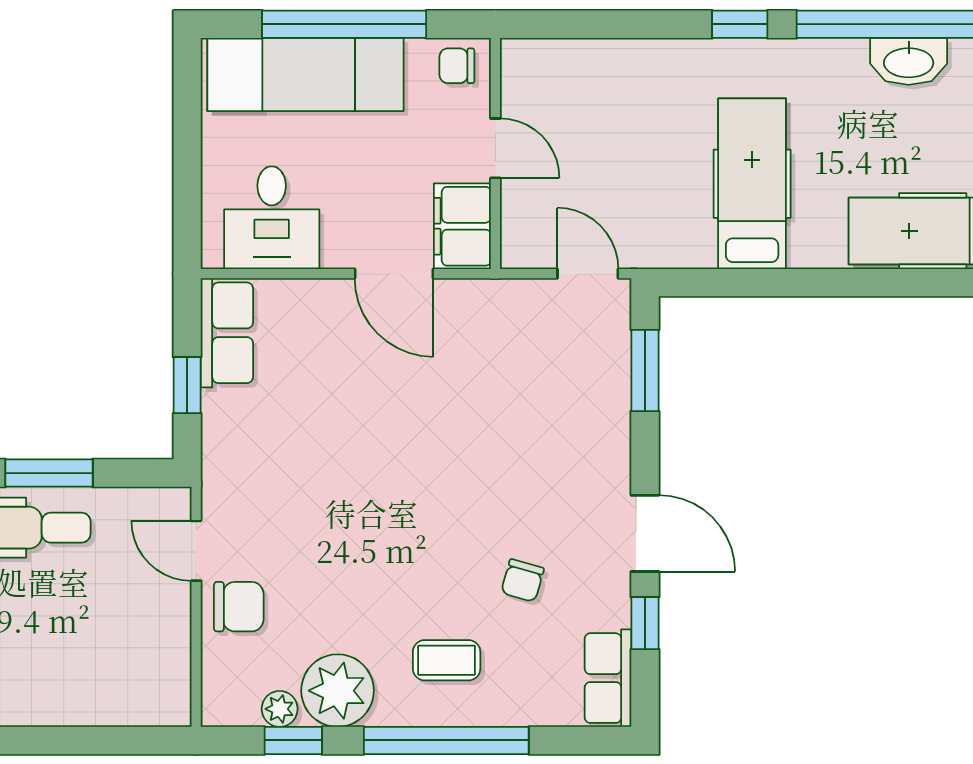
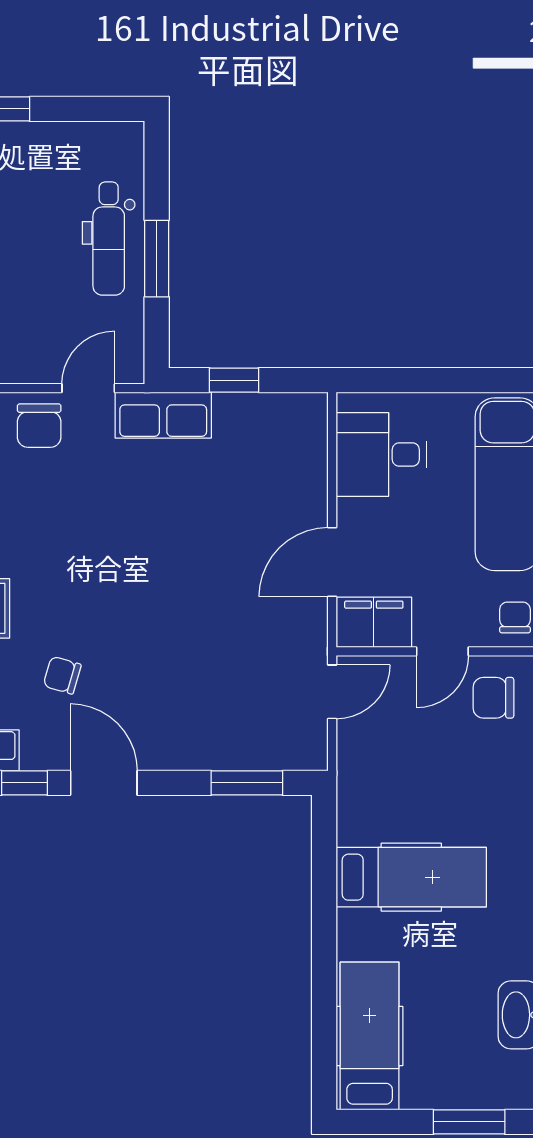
chair: (548, 90) -> (493, 698), added
door: (588, 274) -> (332, 692), moved
row of seats: (227, 333) -> (163, 415), moved
door: (645, 533) -> (104, 783), swing flipped

